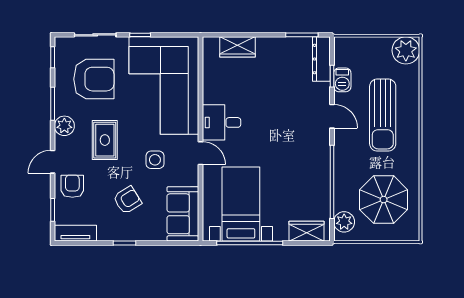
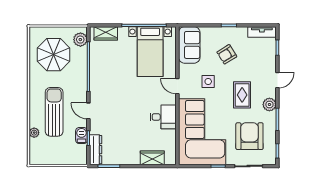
plant: (406, 50) -> (34, 133), moved, width x0.53, depth x0.53
armchair: (94, 79) -> (249, 136), turned 90
desk: (221, 122) -> (163, 117), moved
armchair: (72, 186) -> (264, 64), removed

